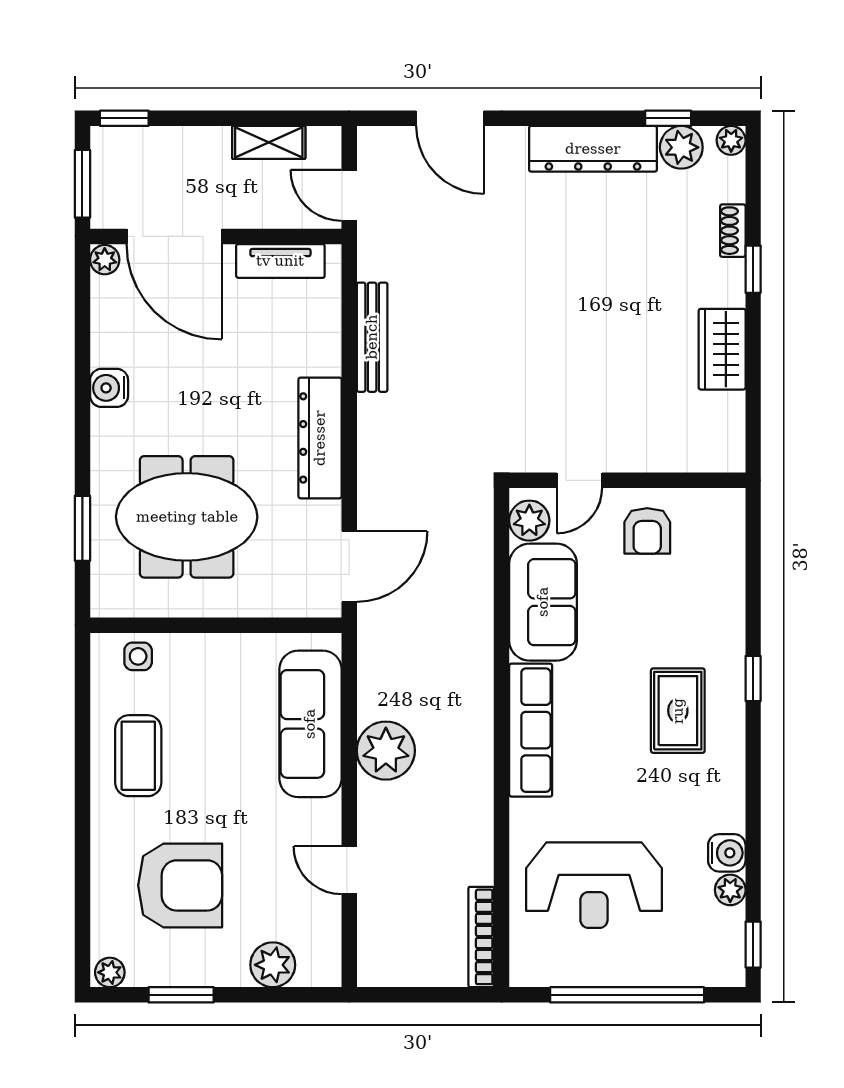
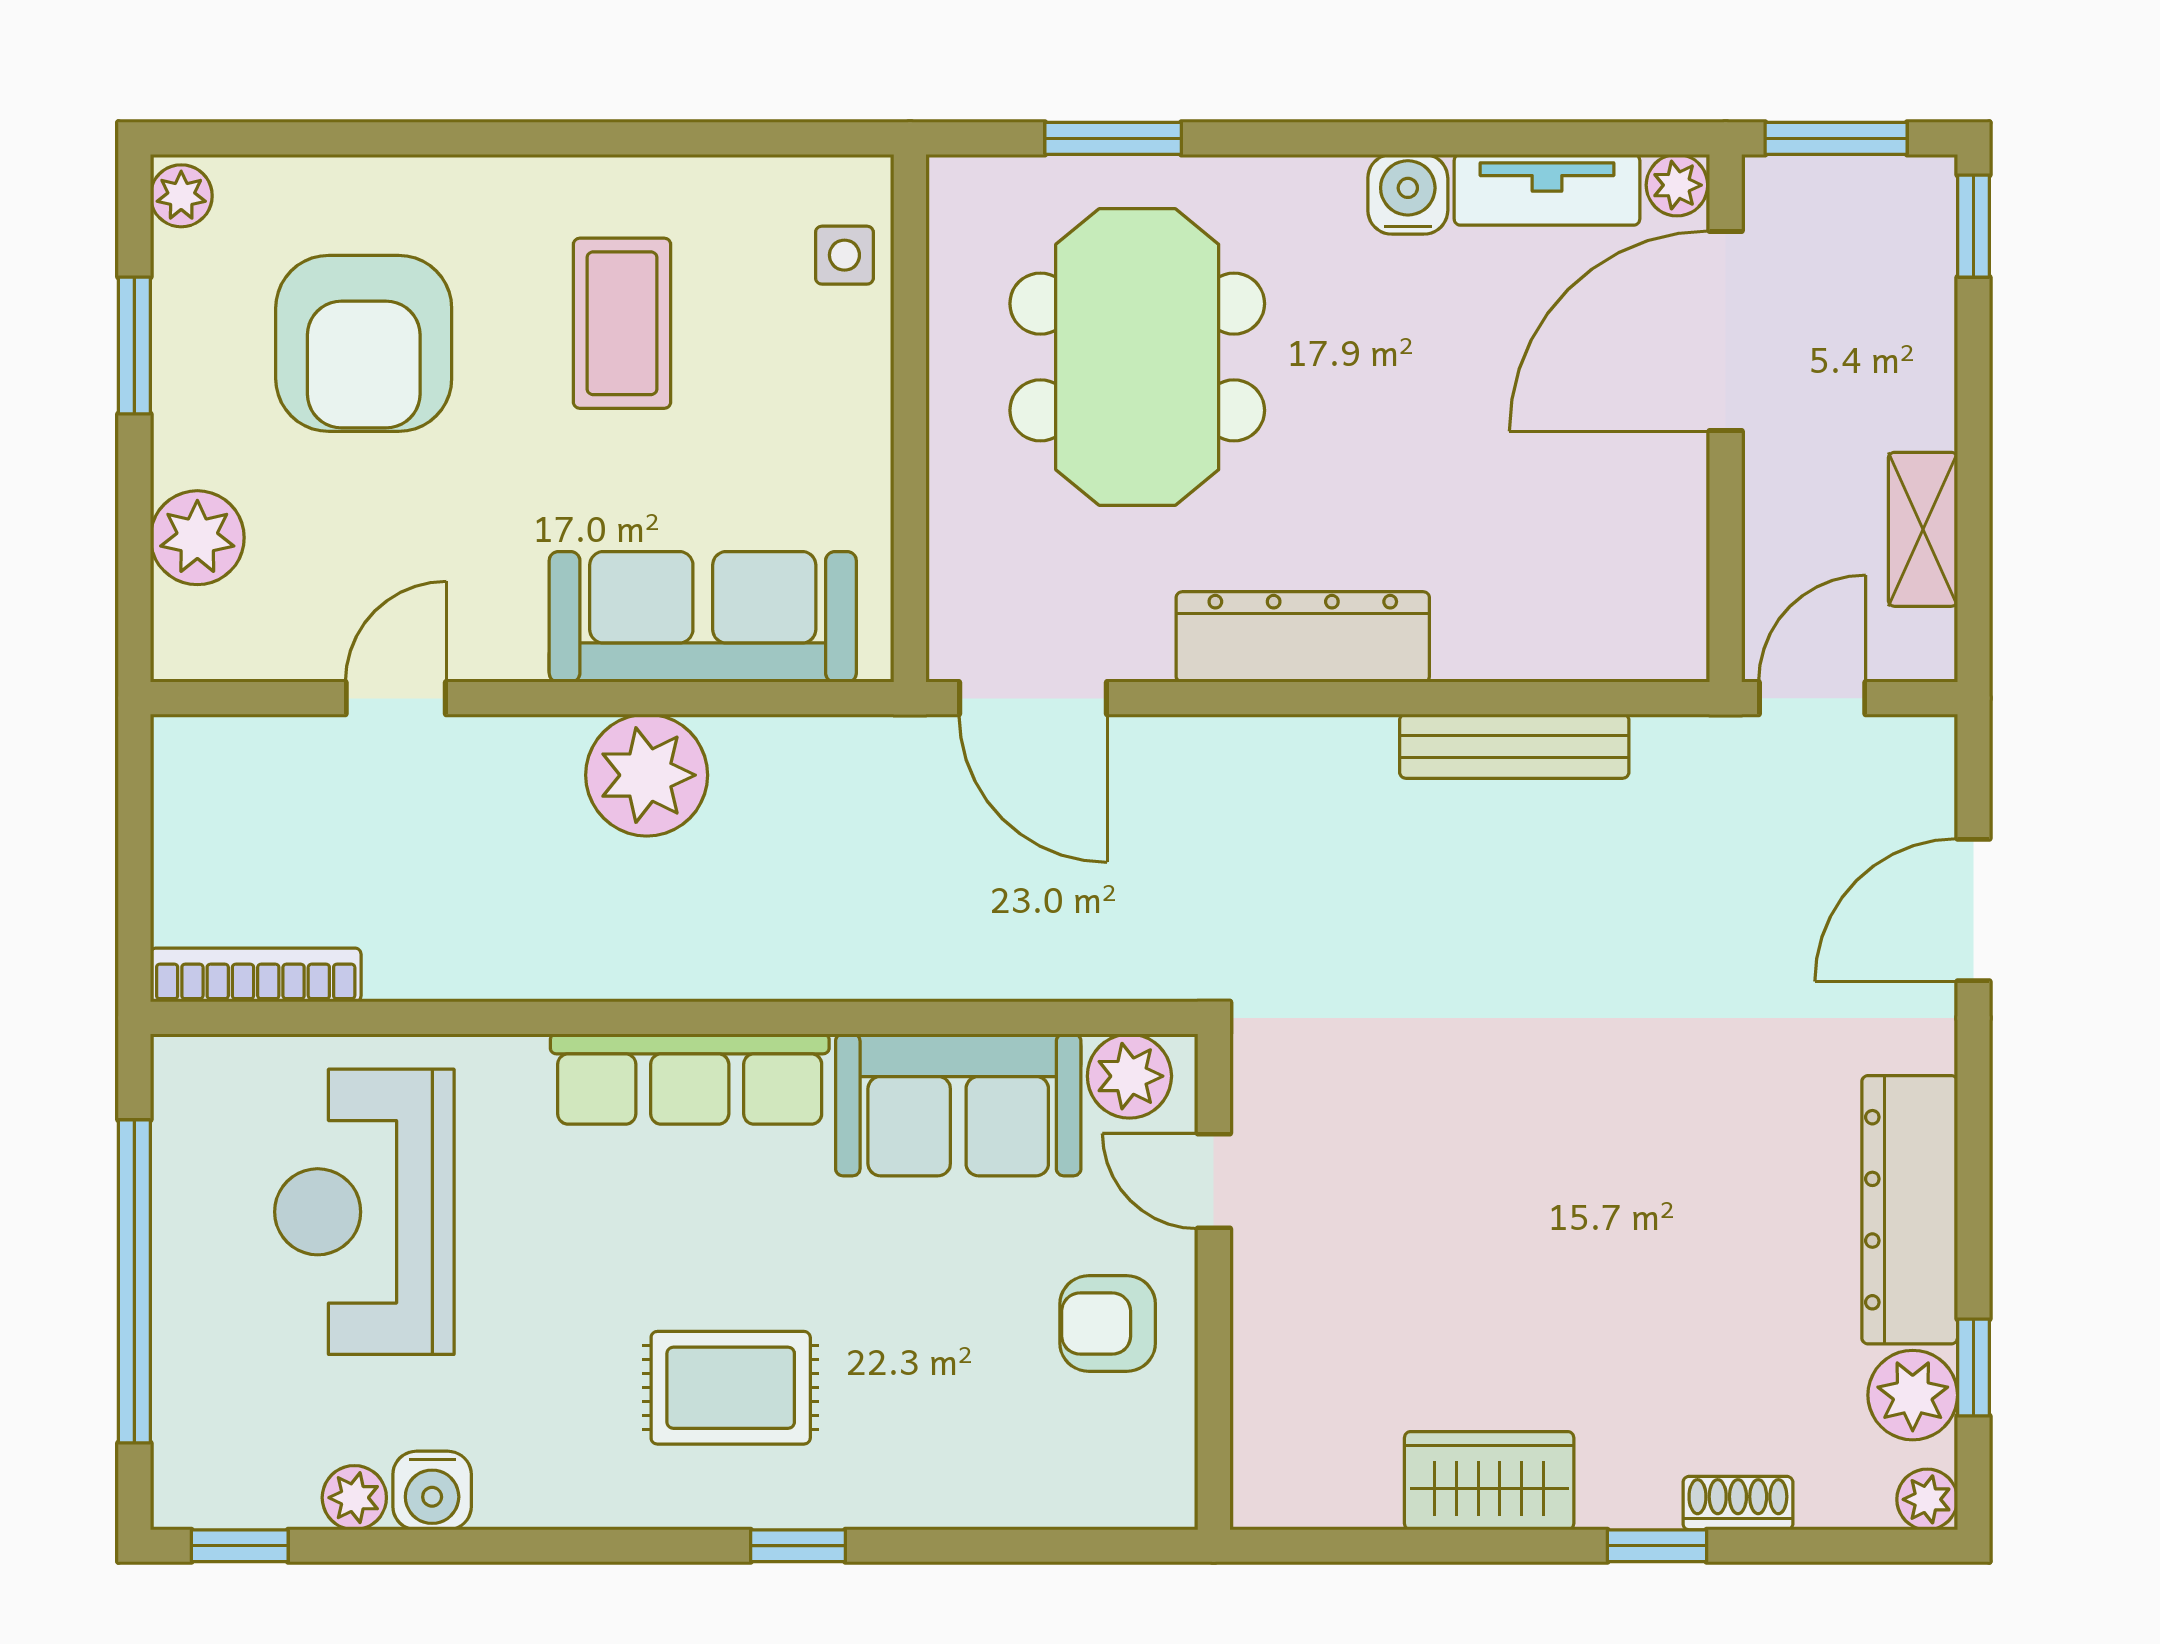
tv unit: (280, 261) -> (1547, 190), moved, turned -90
coffee table: (138, 756) -> (622, 323), moved, turned 90

